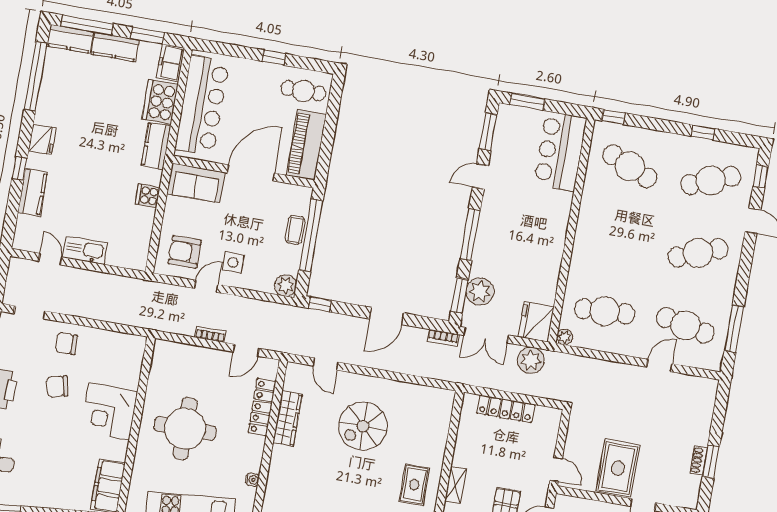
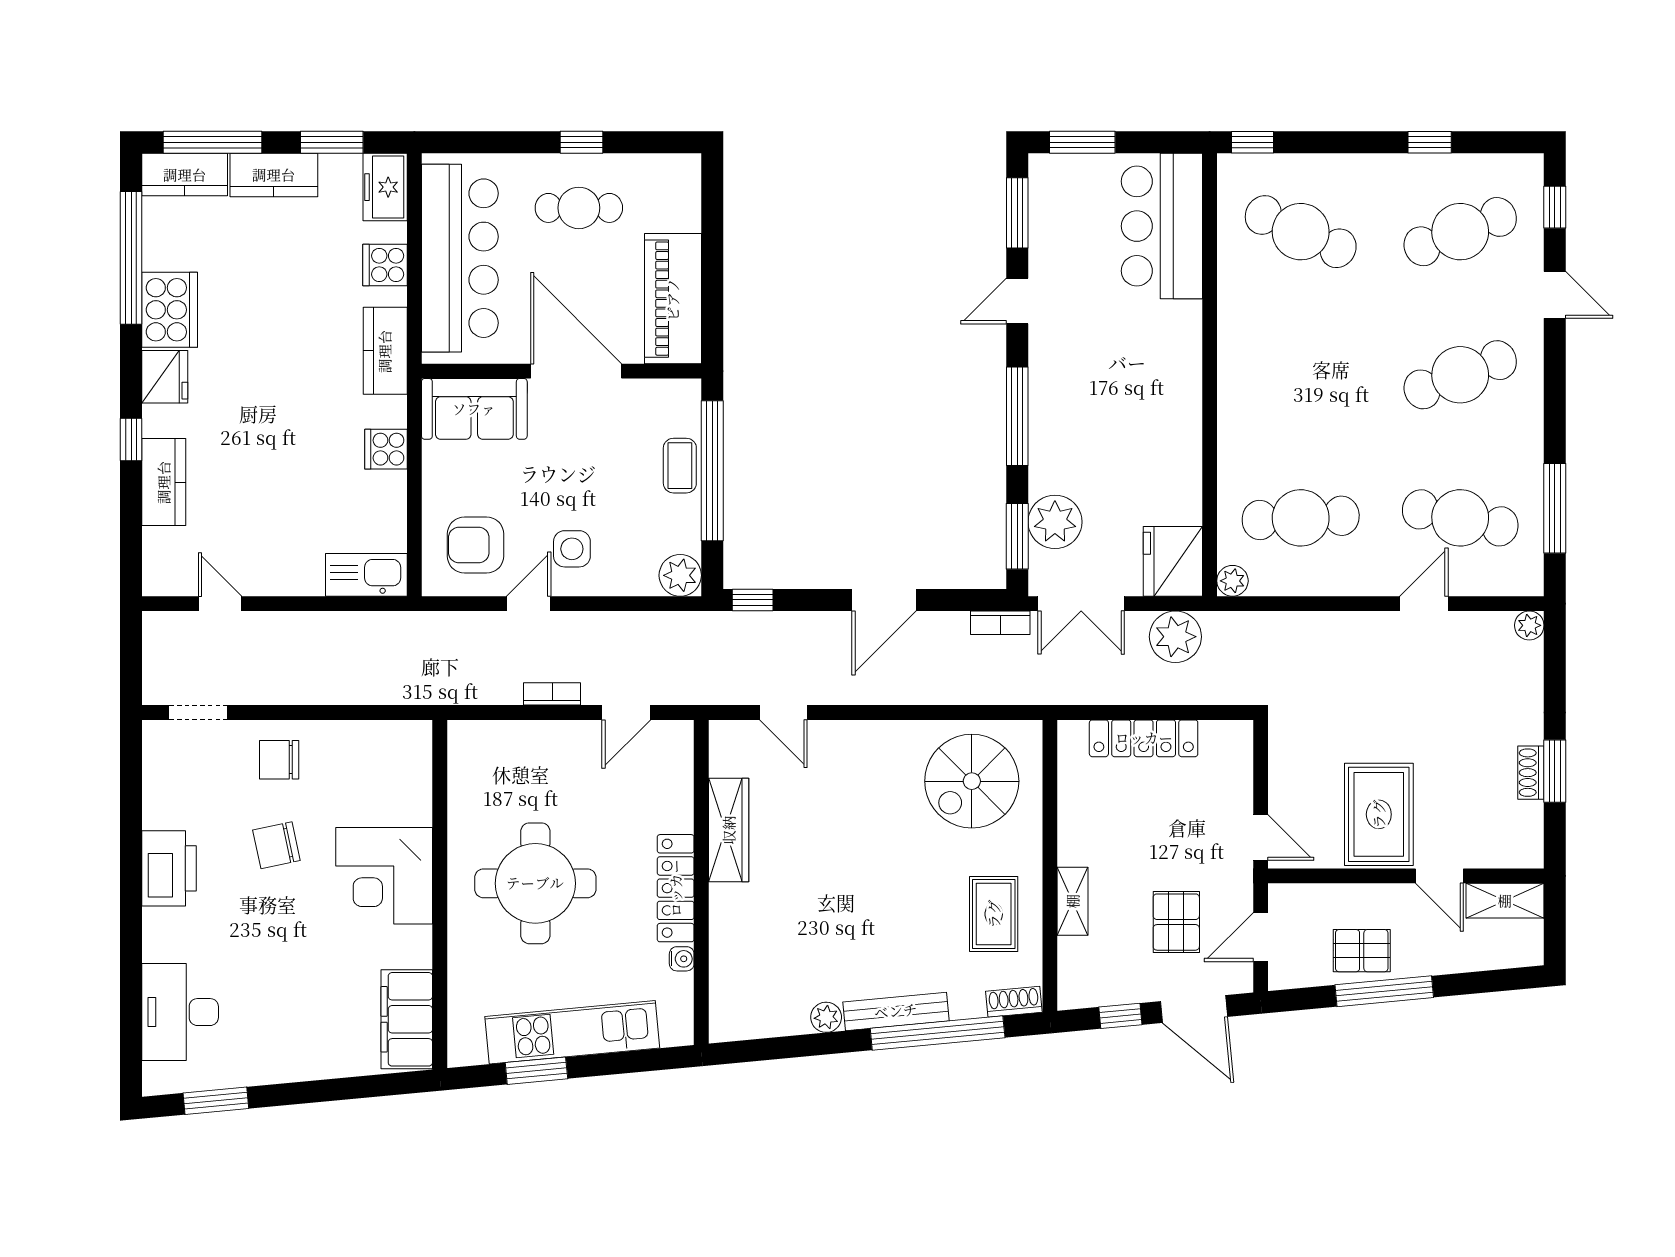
cafe table: (303, 91) -> (579, 208), moved
cooker: (160, 102) -> (385, 265), width x0.53, depth x0.76
cooker: (51, 106) -> (170, 310), added
door: (251, 173) -> (576, 371), hinge flipped
kitchen sink: (85, 250) -> (366, 575), moved
plant: (711, 386) -> (1529, 625), added
locker: (262, 407) -> (676, 888), moved
spiral stairs: (363, 426) -> (972, 781), moved

